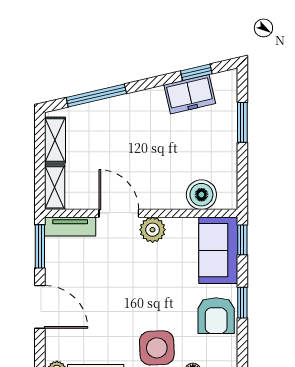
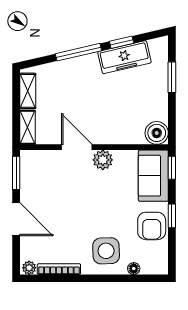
window: (196, 72) -> (122, 42), moved
freezer: (190, 94) -> (124, 57), width x1.40
window: (96, 95) -> (78, 52), moved
boiler: (201, 195) -> (157, 133), moved
tv unit: (70, 227) -> (39, 157), removed

